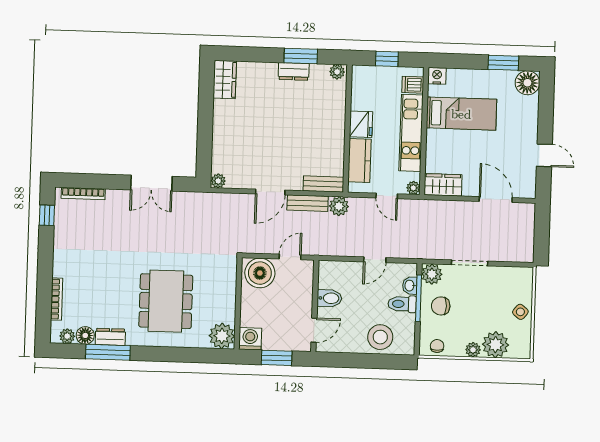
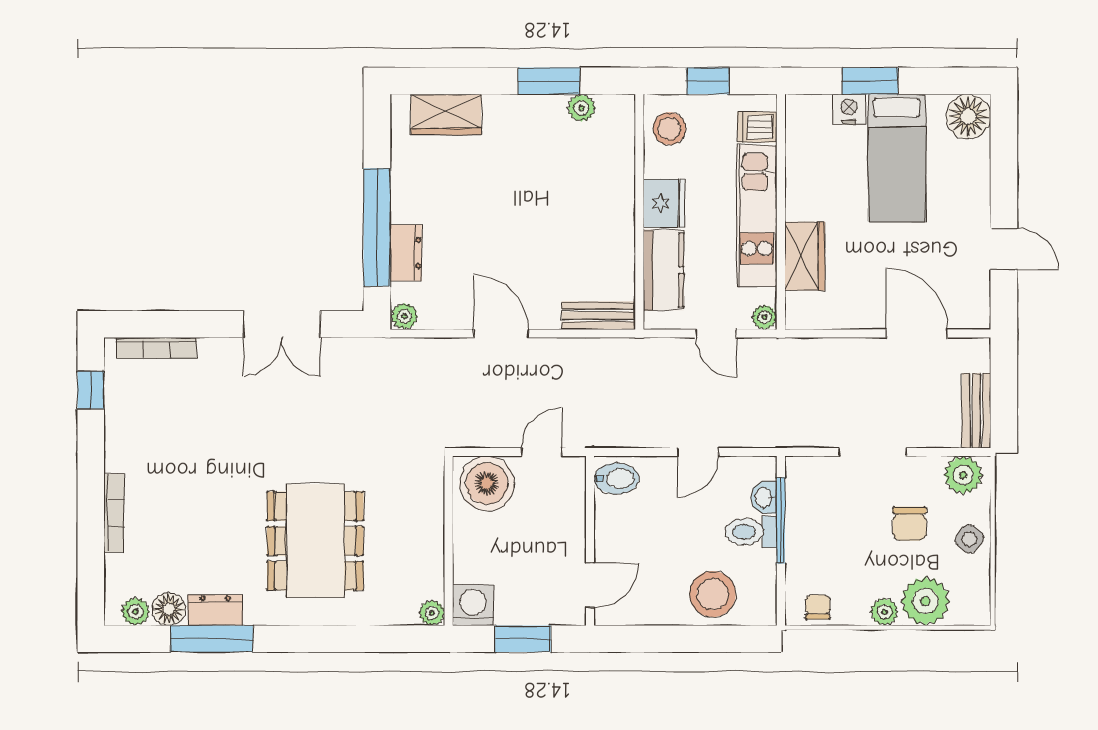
window: (503, 63) -> (870, 81), moved
dresser: (294, 71) -> (406, 253), moved, turned -90
plant: (337, 72) -> (581, 108), moved
nightstand: (437, 76) -> (849, 109), moved
wardrobe: (225, 80) -> (446, 114), moved, turned 90
stool: (365, 84) -> (669, 129), added
bed: (461, 114) -> (897, 158), moved, turned 90
window: (205, 132) -> (377, 227), added
wardrobe: (443, 185) -> (805, 256), moved, turned 90
door: (270, 192) -> (501, 334), swing flipped
bench: (308, 203) -> (976, 411), moved, turned 90
plant: (339, 206) -> (628, 356), removed
plant: (432, 274) -> (963, 475), moved
bidet: (329, 298) -> (616, 479), moved
bookcase: (57, 299) -> (114, 513), moved
chair: (441, 306) -> (910, 524), moved, turned -90
plant: (222, 336) -> (432, 613), width x0.53, depth x0.53

